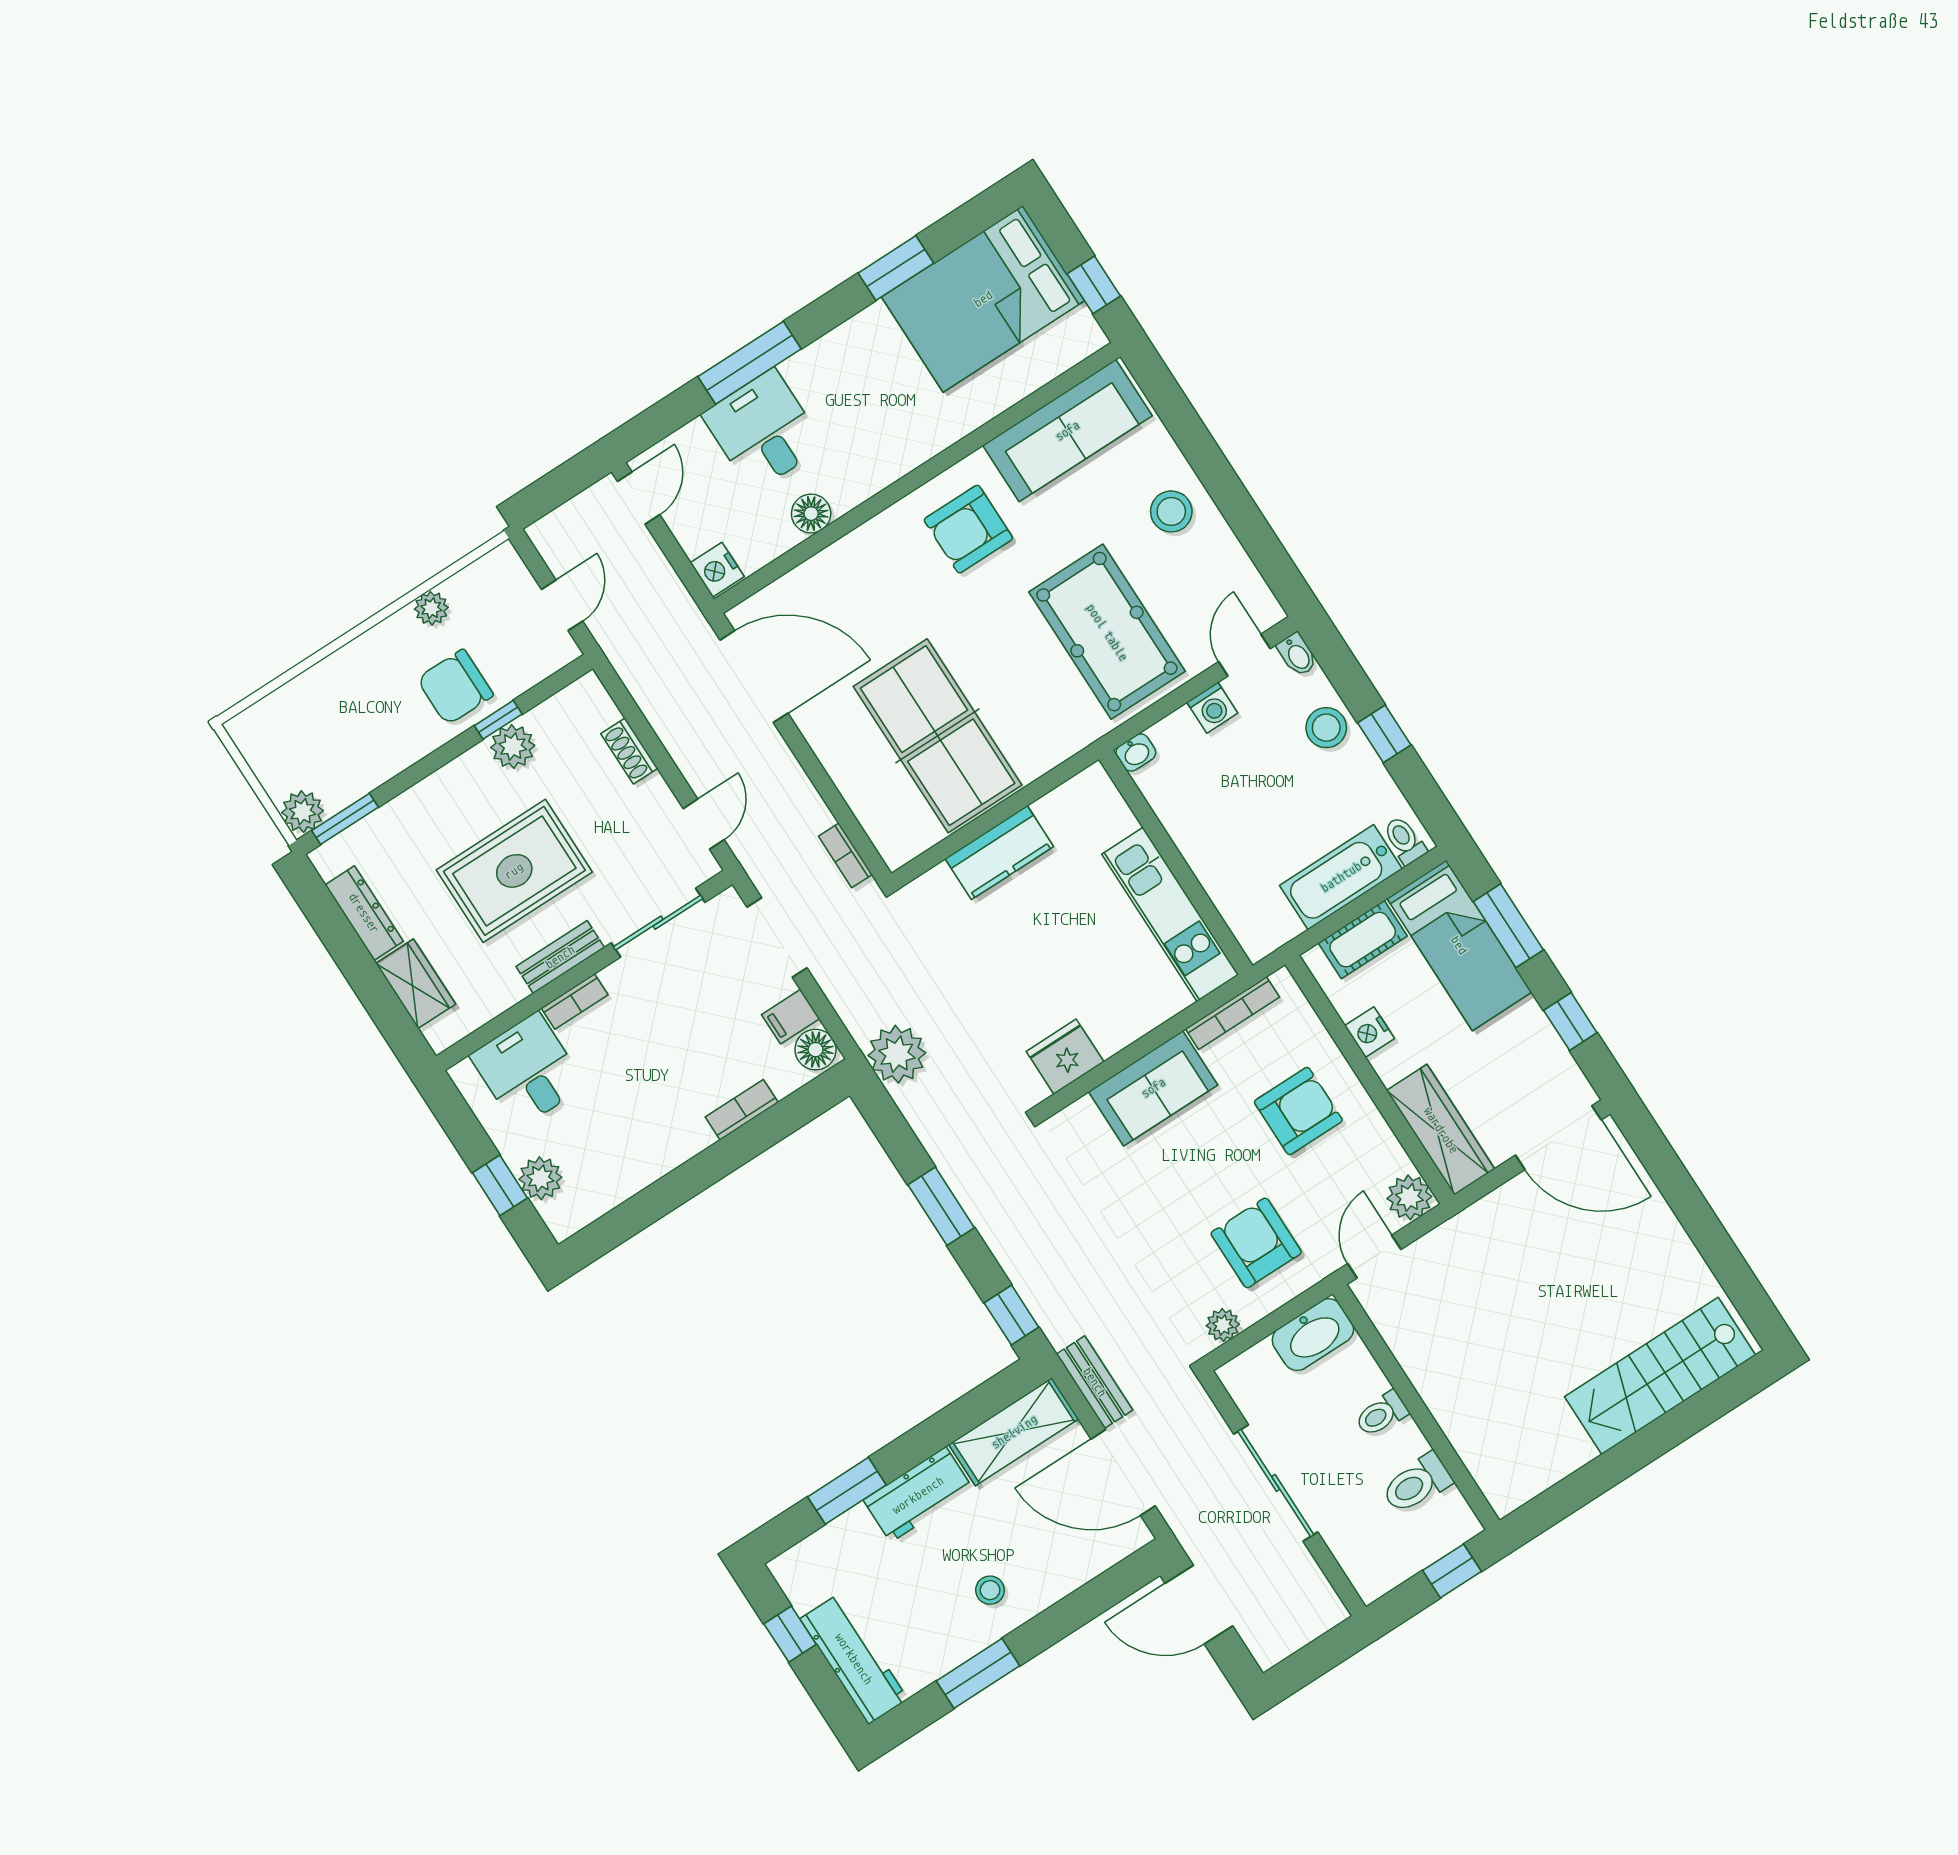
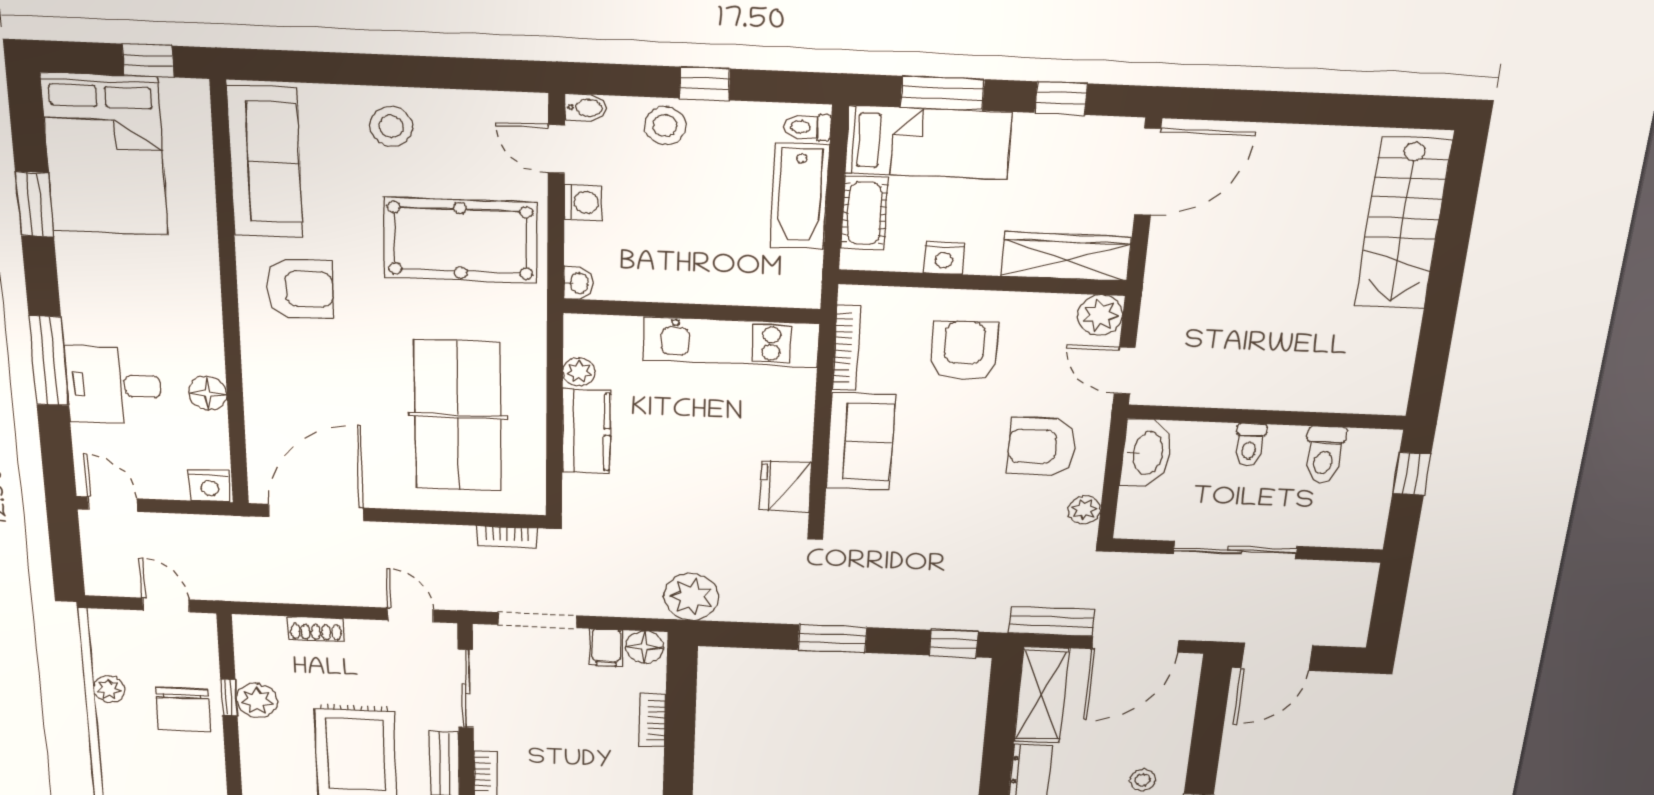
armchair: (968, 529) -> (300, 289), turned -90
table tennis table: (938, 736) -> (458, 416), turned 90
plant: (1052, 809) -> (579, 372), added

